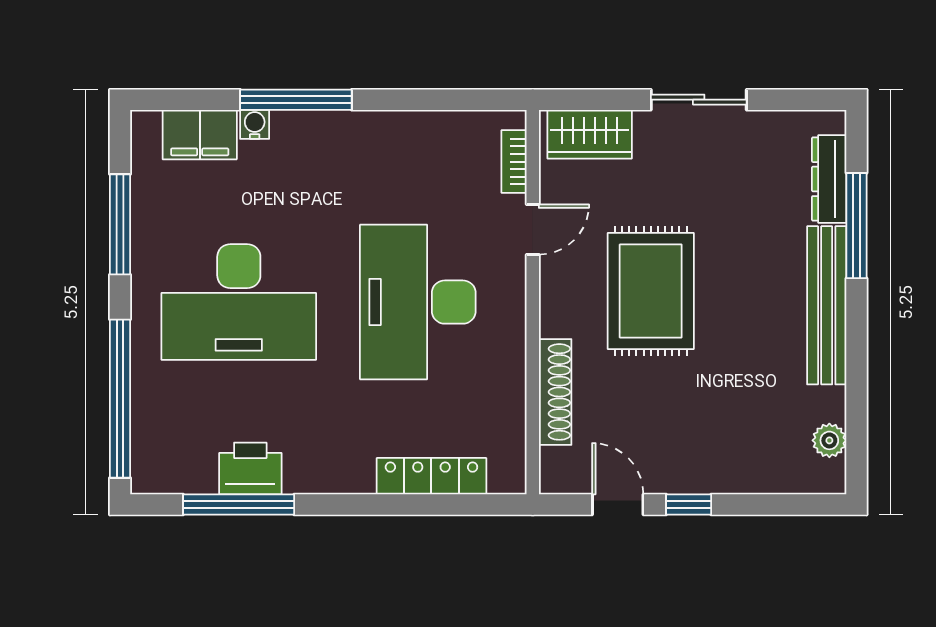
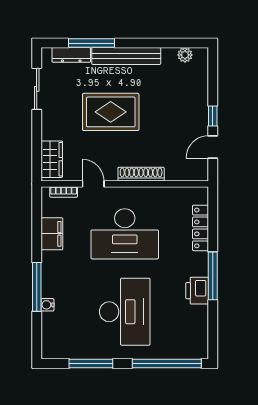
sliding door: (699, 100) -> (37, 89), moved
filing cabinet: (200, 135) -> (52, 234), moved
rug: (651, 291) -> (111, 112), moved
shoe rack: (555, 392) -> (141, 174), moved
printer: (250, 468) -> (197, 291), moved
window: (239, 504) -> (213, 276), moved

